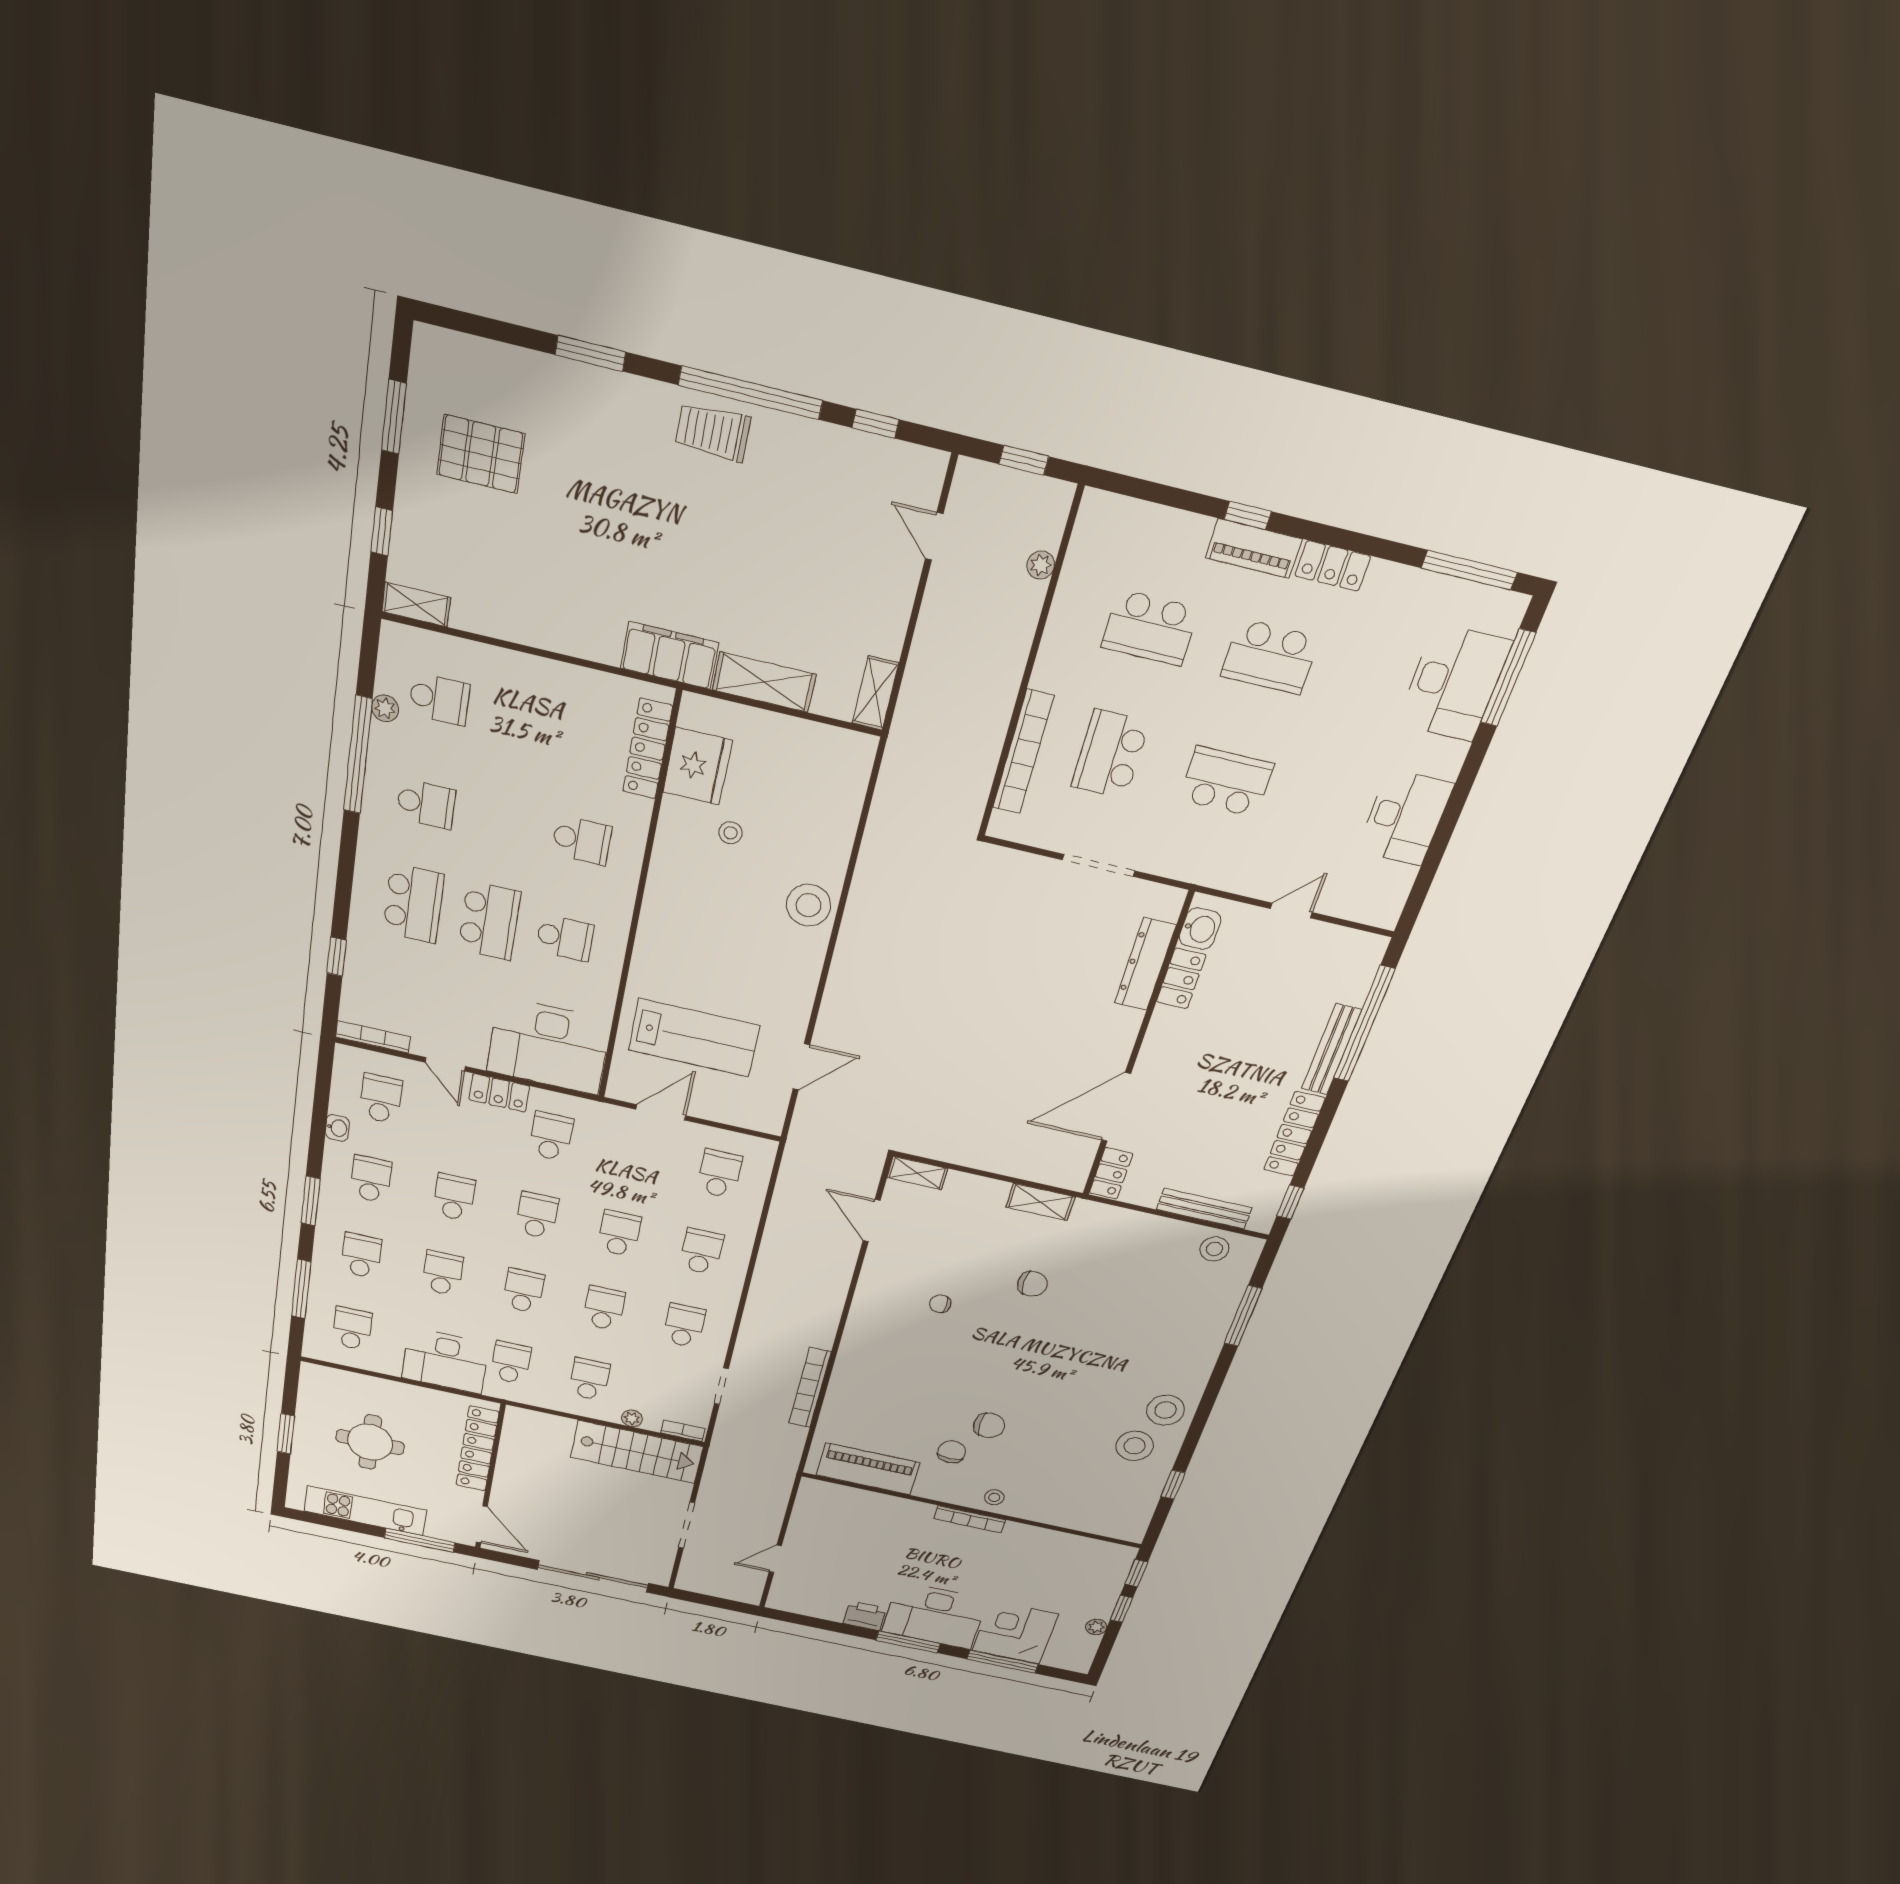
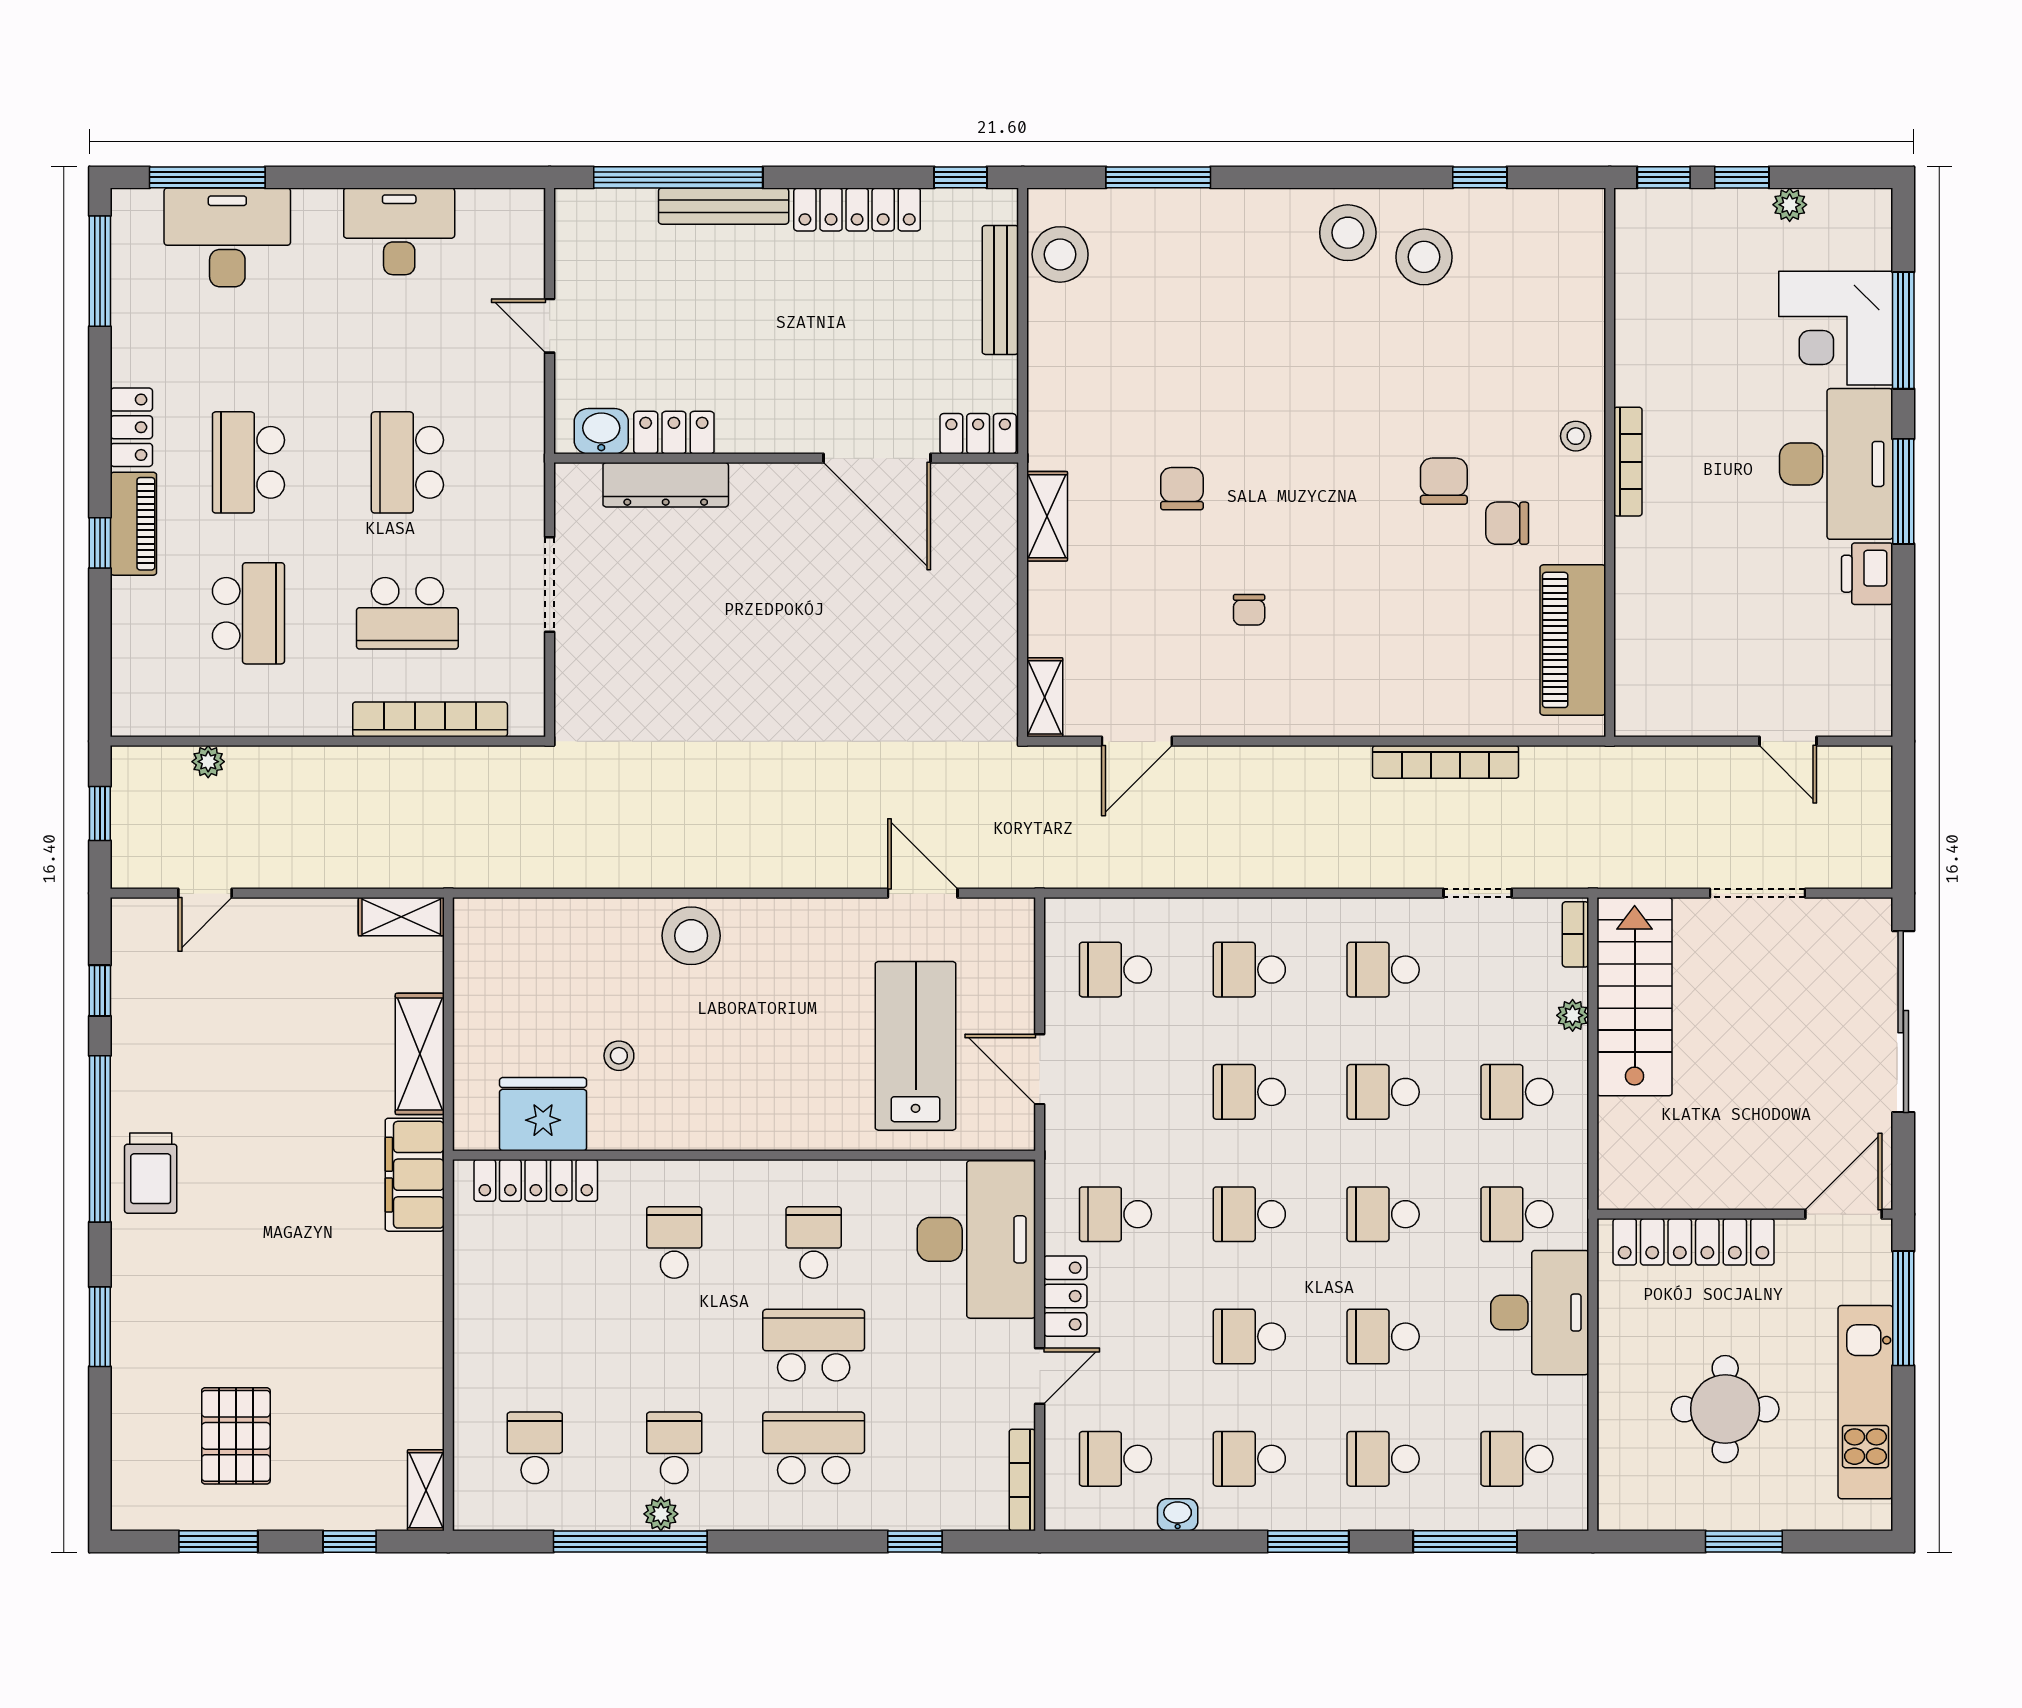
school desk: (1270, 657) -> (248, 462), turned 180
plant: (385, 708) -> (661, 1514), moved
stool: (1214, 1249) -> (1060, 254), width x1.38, depth x1.38

